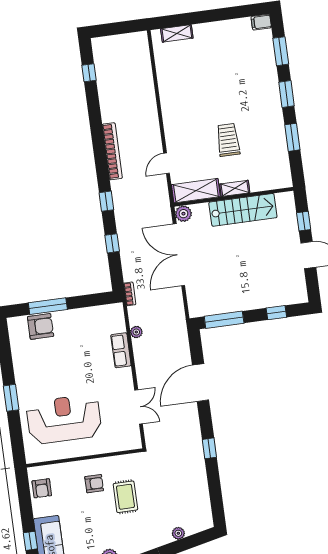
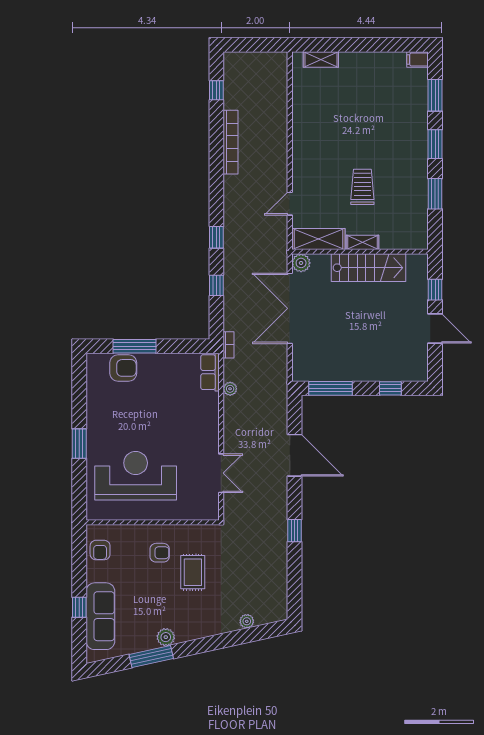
bookcase: (112, 151) -> (231, 142), moved
row of seats: (121, 350) -> (210, 372), moved
door: (201, 383) -> (295, 455), swing flipped

